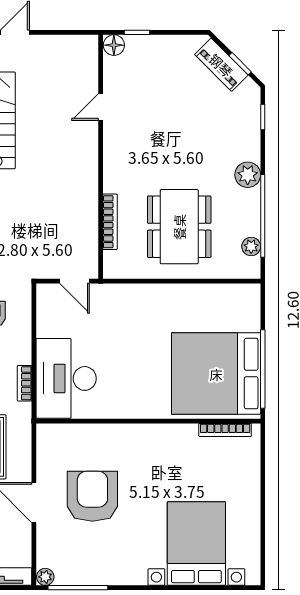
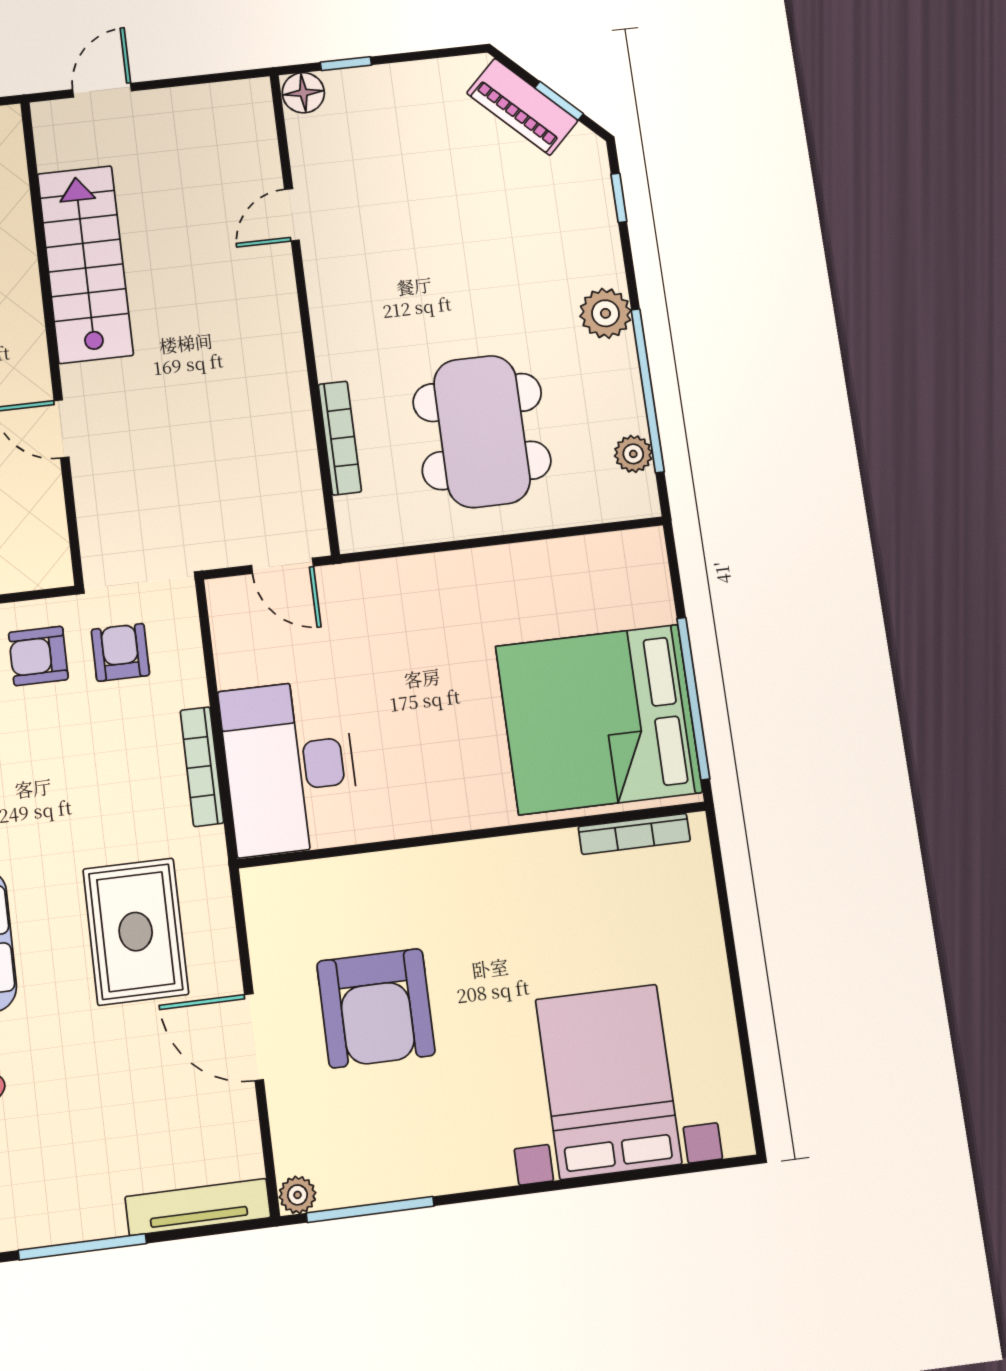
bookcase: (25, 383) -> (202, 767), width x1.56
armchair: (92, 496) -> (376, 1008), turned 180

